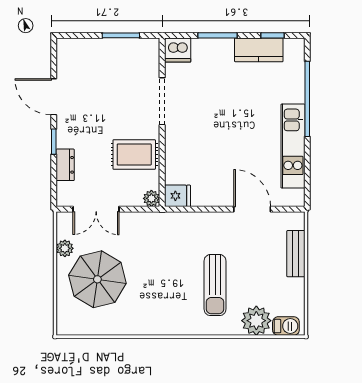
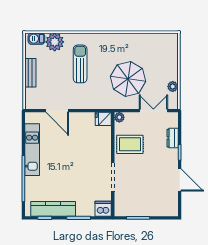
kitchen counter: (259, 50) -> (53, 209), width x1.50
bench: (296, 254) -> (30, 73), moved
parasol: (97, 279) -> (128, 79), moved

